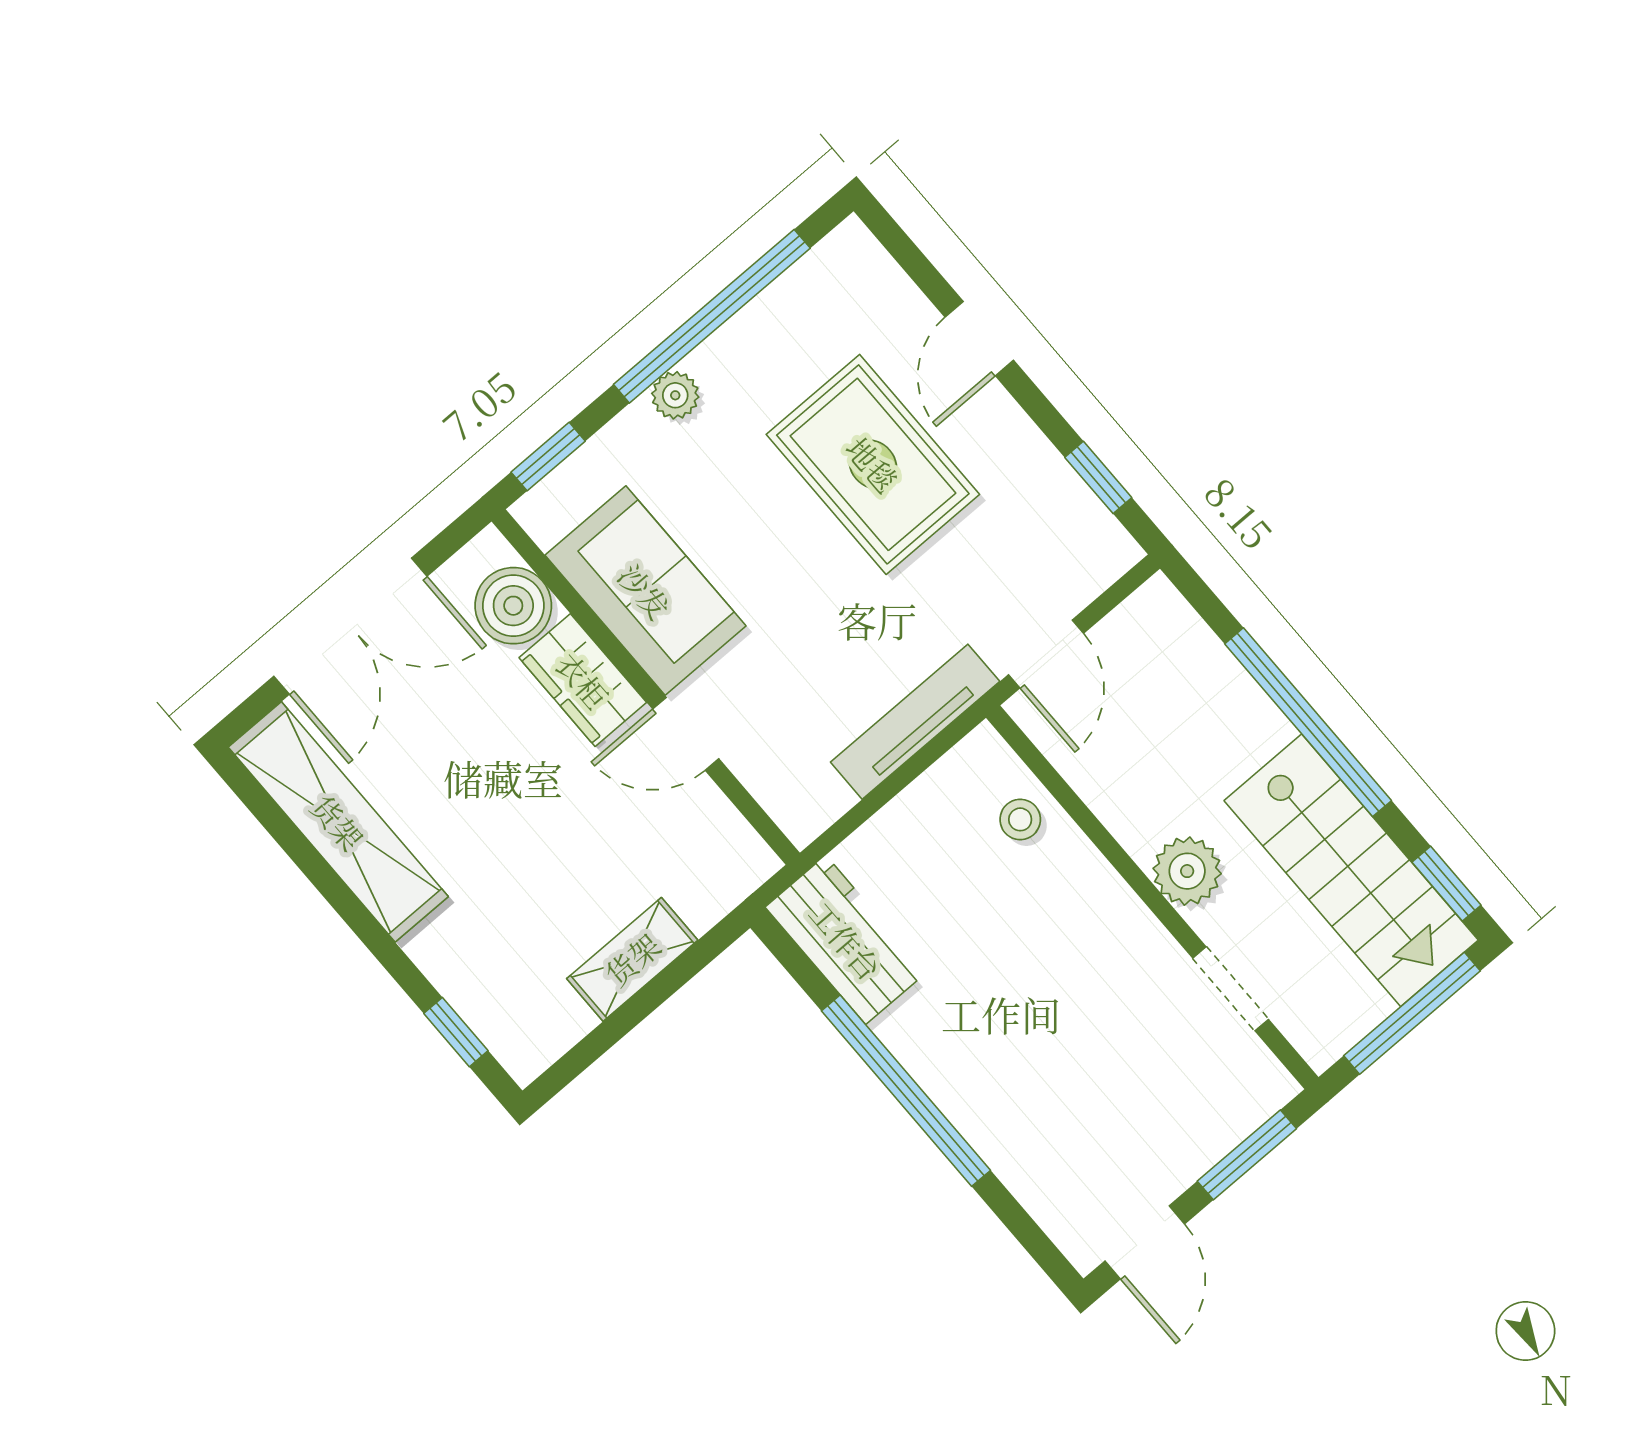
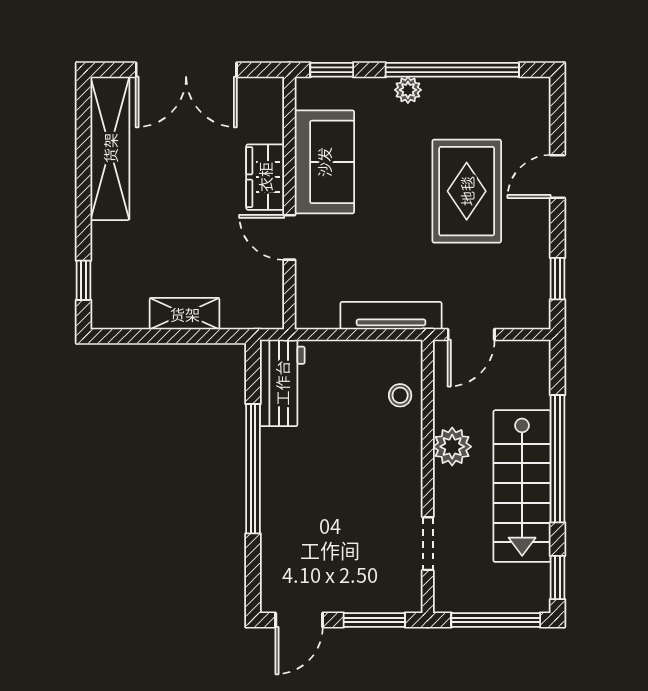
boiler: (513, 606) -> (263, 120), removed
stairs: (1351, 870) -> (522, 486), moved
plant: (1187, 871) -> (452, 447), moved

